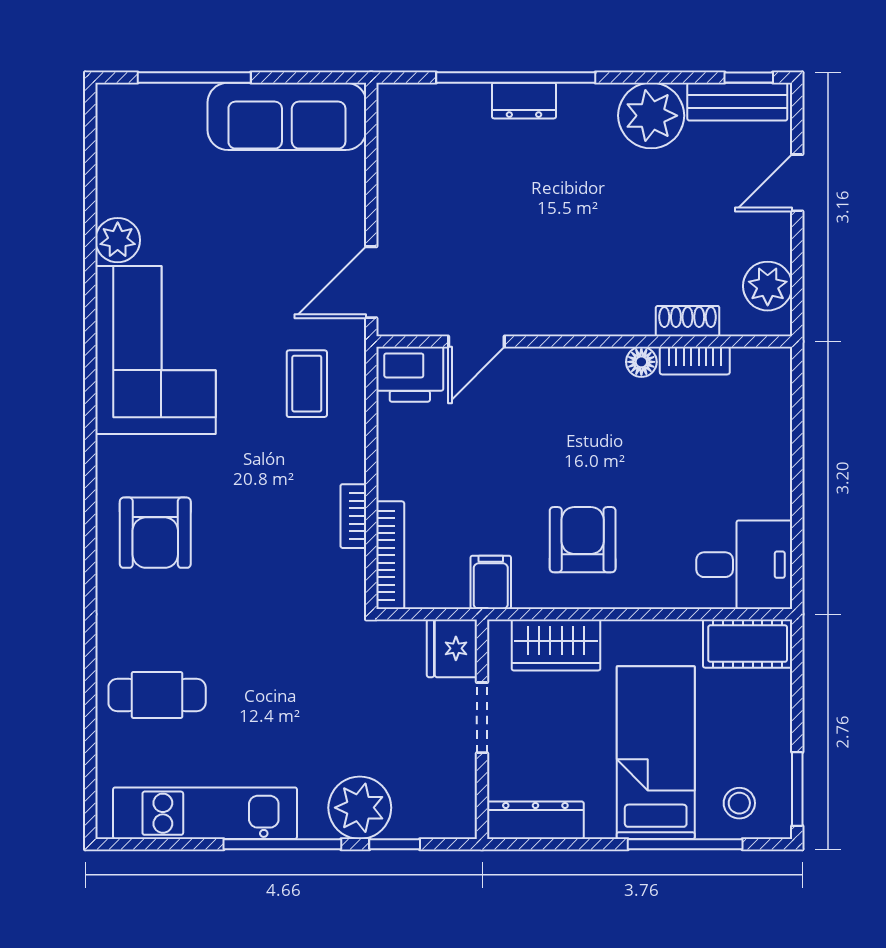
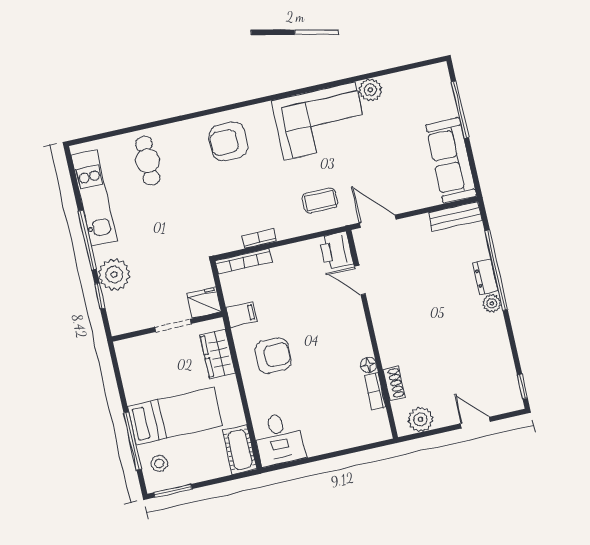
bench: (737, 102) -> (455, 216), moved, turned 90
plant: (651, 116) -> (492, 303), moved, width x0.53, depth x0.53
dresser: (535, 820) -> (128, 364), removed

